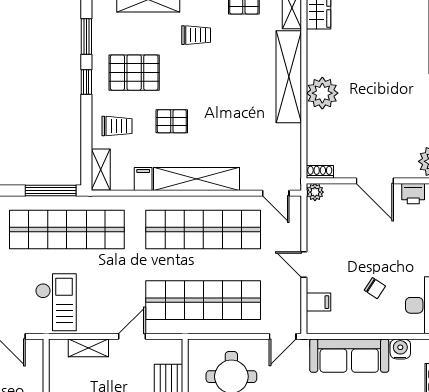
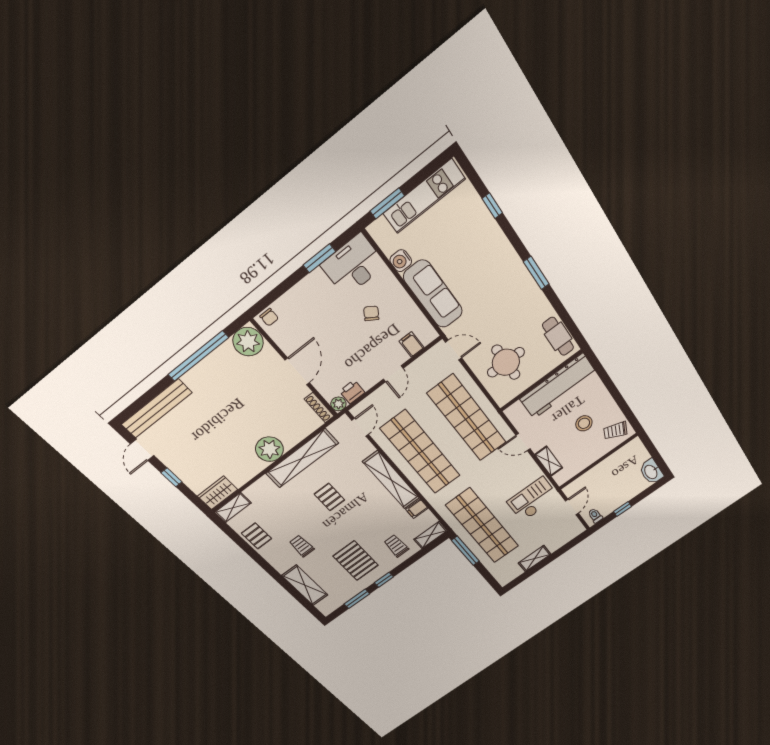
shelving: (289, 77) -> (302, 458), moved
pallet: (172, 121) -> (329, 497), moved
shoe rack: (320, 172) -> (319, 408), width x1.43
printer: (413, 194) -> (352, 392), moved, turned -90

